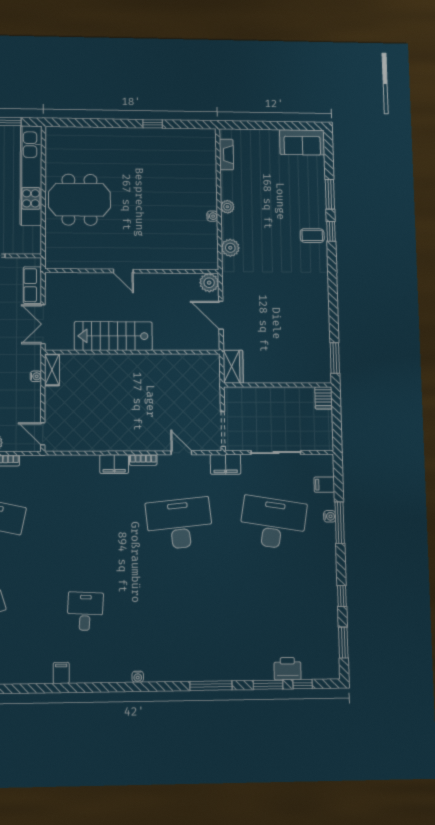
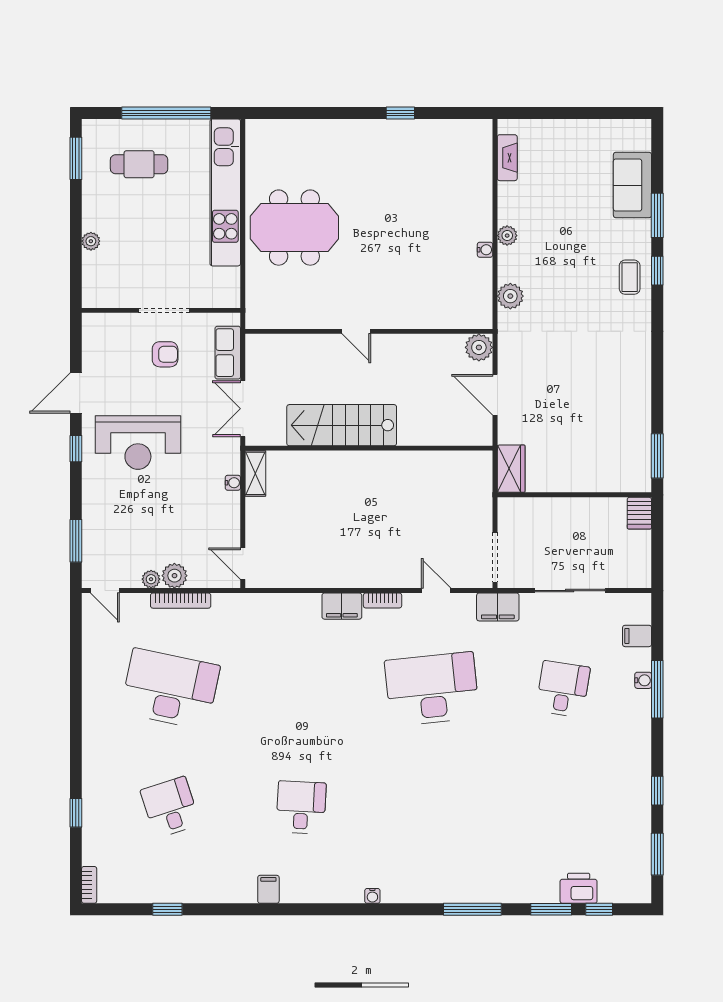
sofa: (302, 142) -> (632, 185), moved, turned 90
coffee table: (312, 236) -> (630, 277), turned 90
desk: (273, 523) -> (563, 689), width x0.53, depth x0.77

